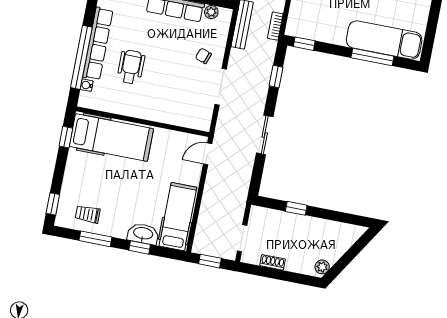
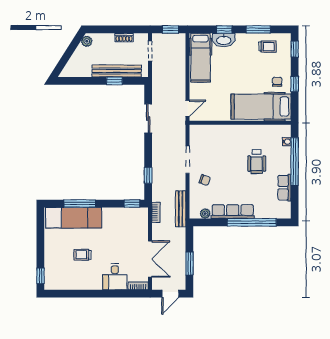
row of seats: (98, 44) -> (284, 188), width x0.50
sliding door: (265, 135) -> (148, 118), moved
window: (66, 137) -> (295, 84), moved
chair: (84, 166) -> (277, 82), added
bench: (291, 221) -> (117, 71), added

